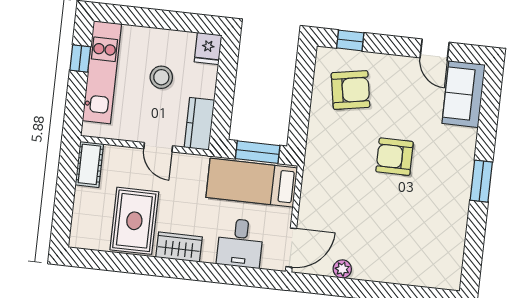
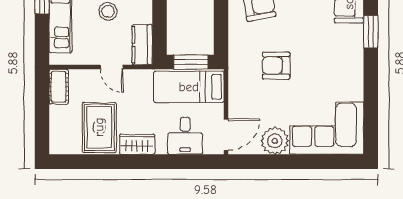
armchair: (395, 157) -> (276, 66), moved
window: (481, 181) -> (371, 32), moved
corner sofa: (418, 253) -> (327, 128), added
plant: (342, 269) -> (275, 141), width x1.88, depth x1.88

